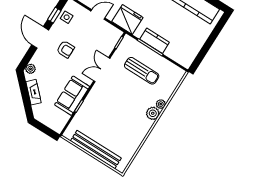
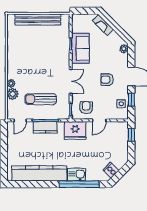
armchair: (103, 35) -> (86, 108), added
door: (175, 63) -> (20, 120), added
fireplace: (34, 92) -> (103, 25), moved
plant: (153, 113) -> (13, 94), moved

